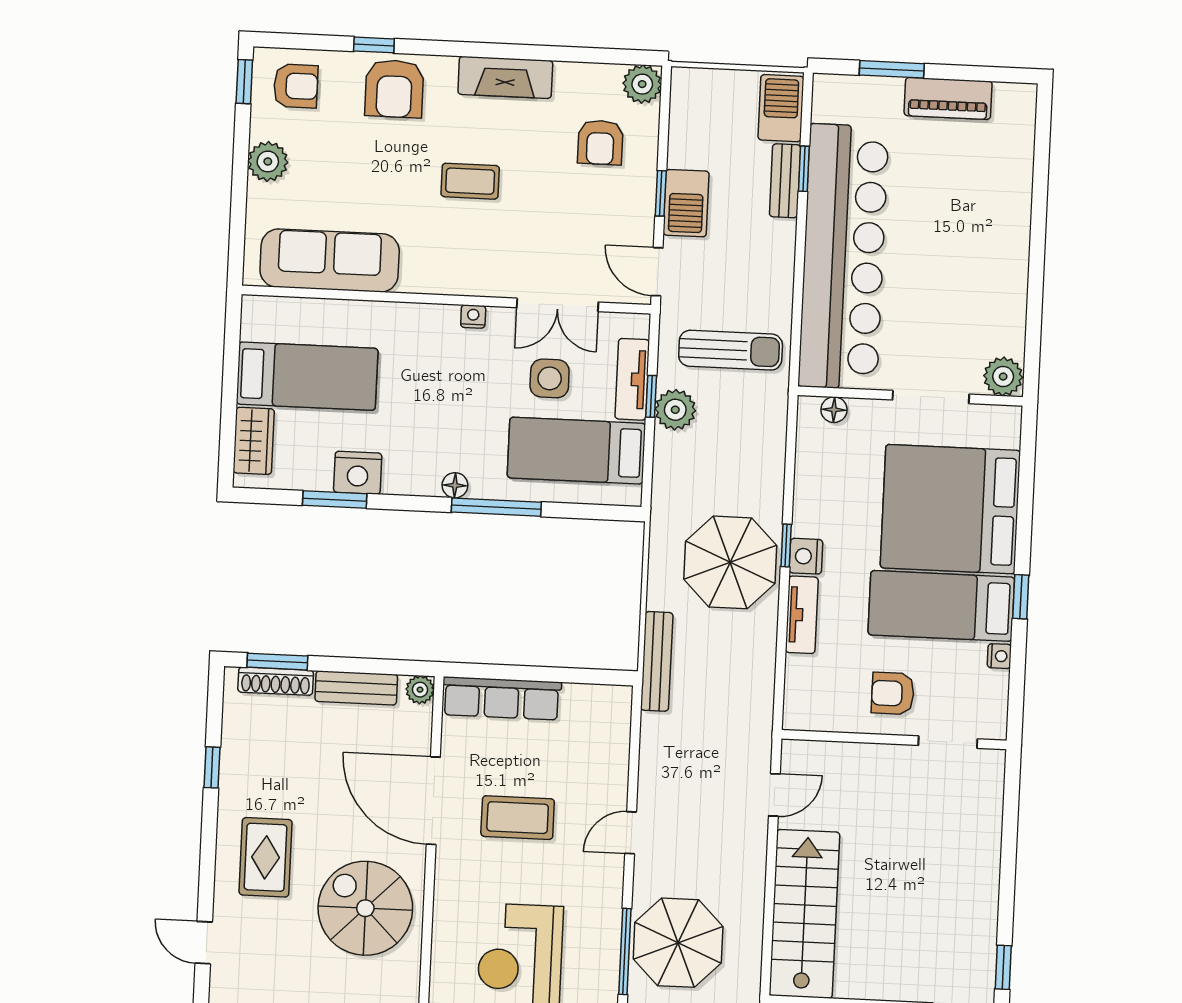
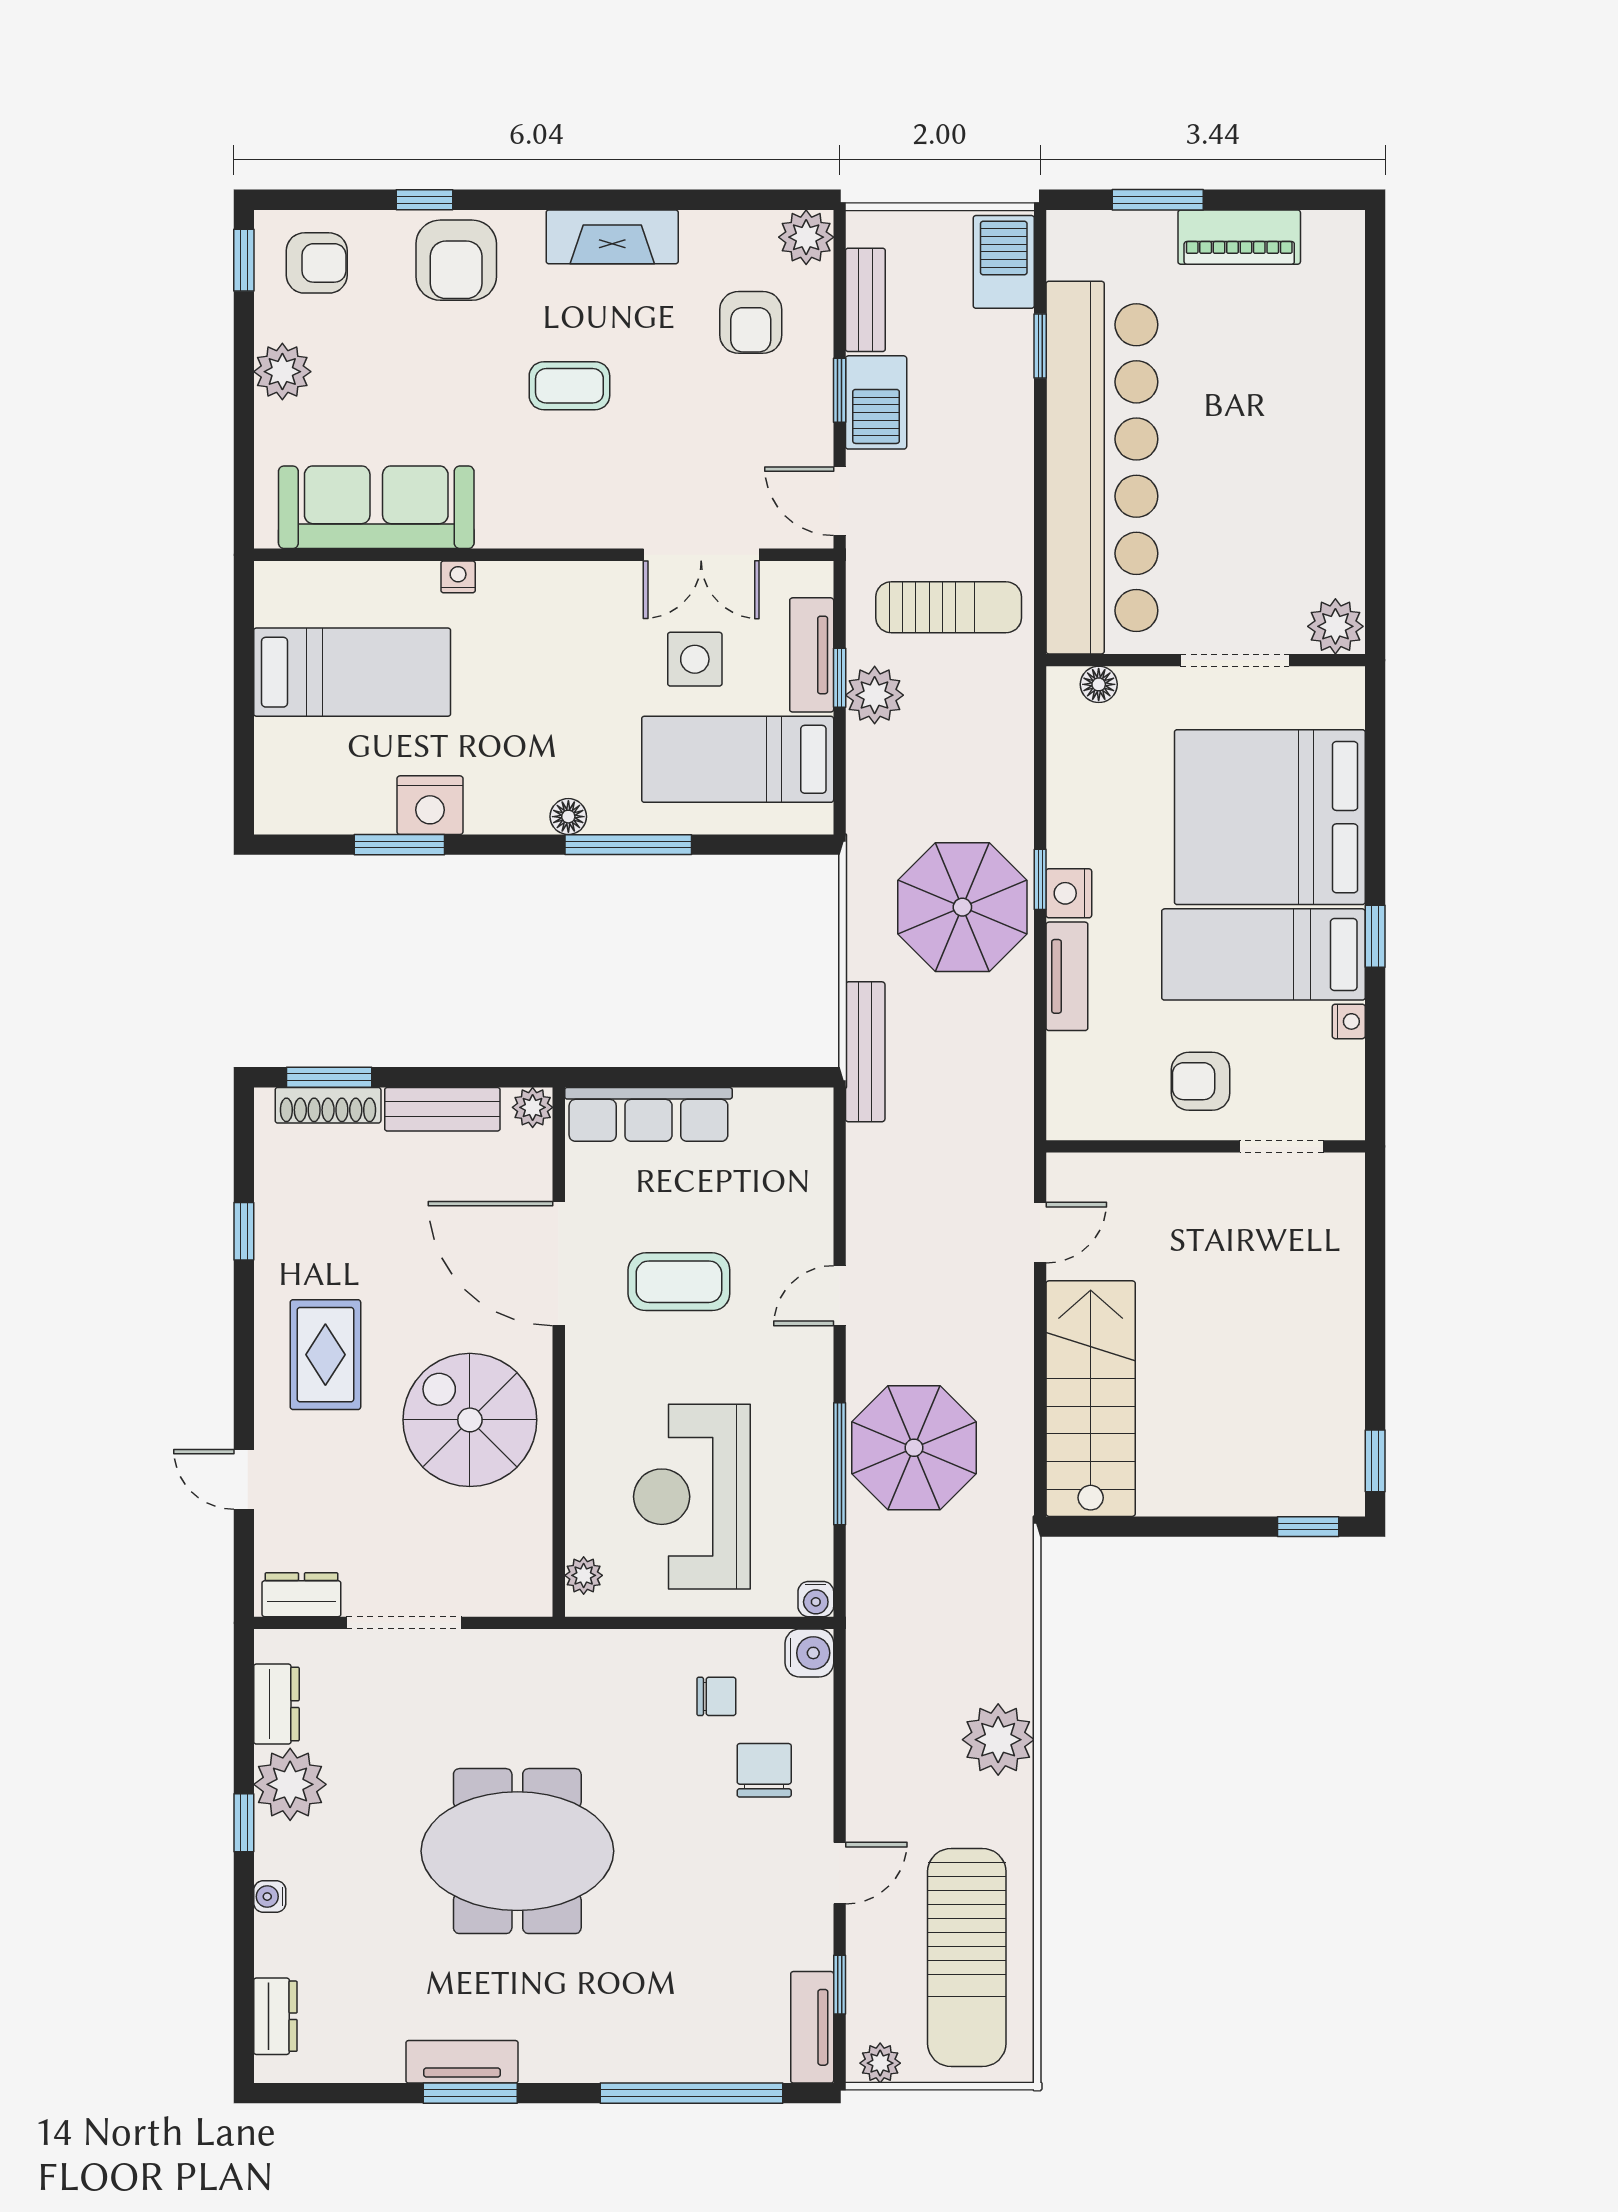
bench: (785, 181) -> (865, 300), moved
nightstand: (473, 317) -> (458, 577), moved
wardrobe: (254, 441) -> (281, 767), removed

